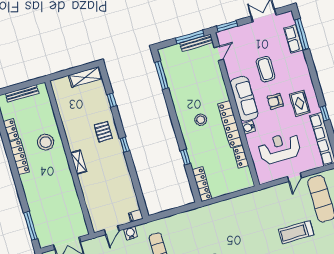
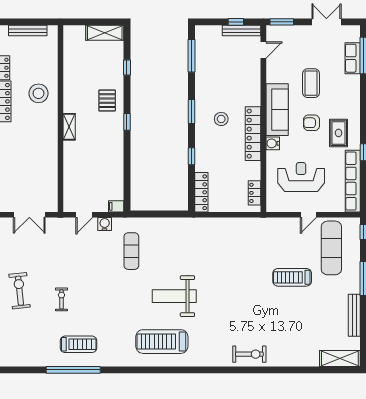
window: (190, 37) -> (236, 22), width x0.46
window: (175, 121) -> (191, 111), added
locker: (241, 157) -> (255, 193), moved

